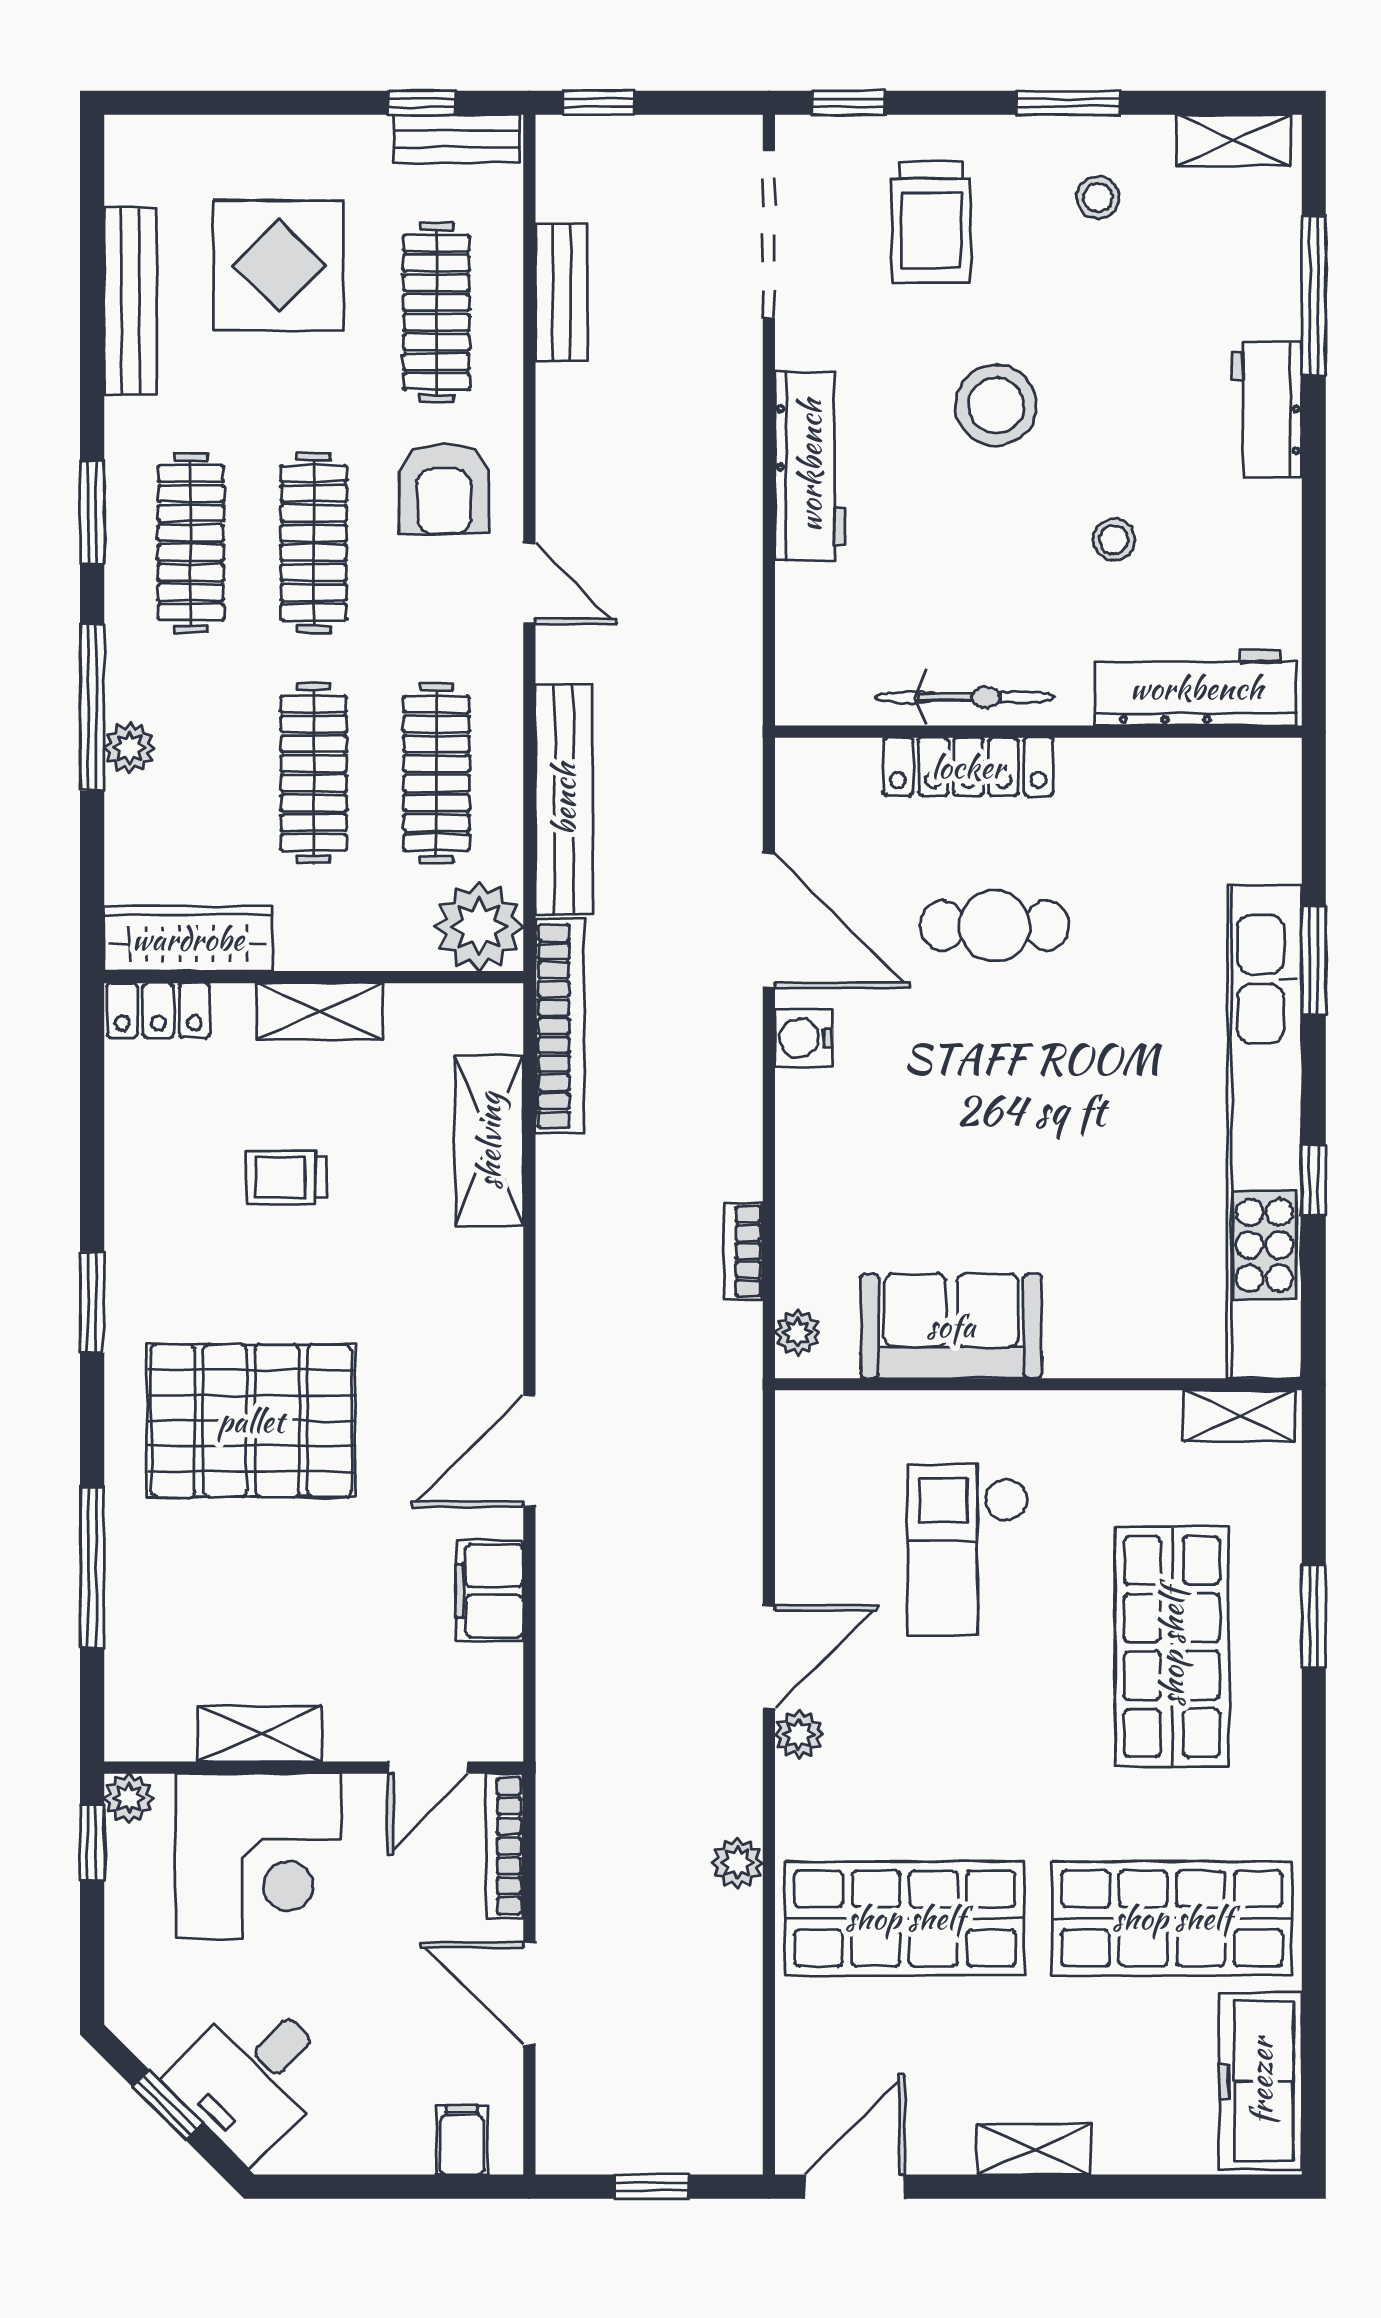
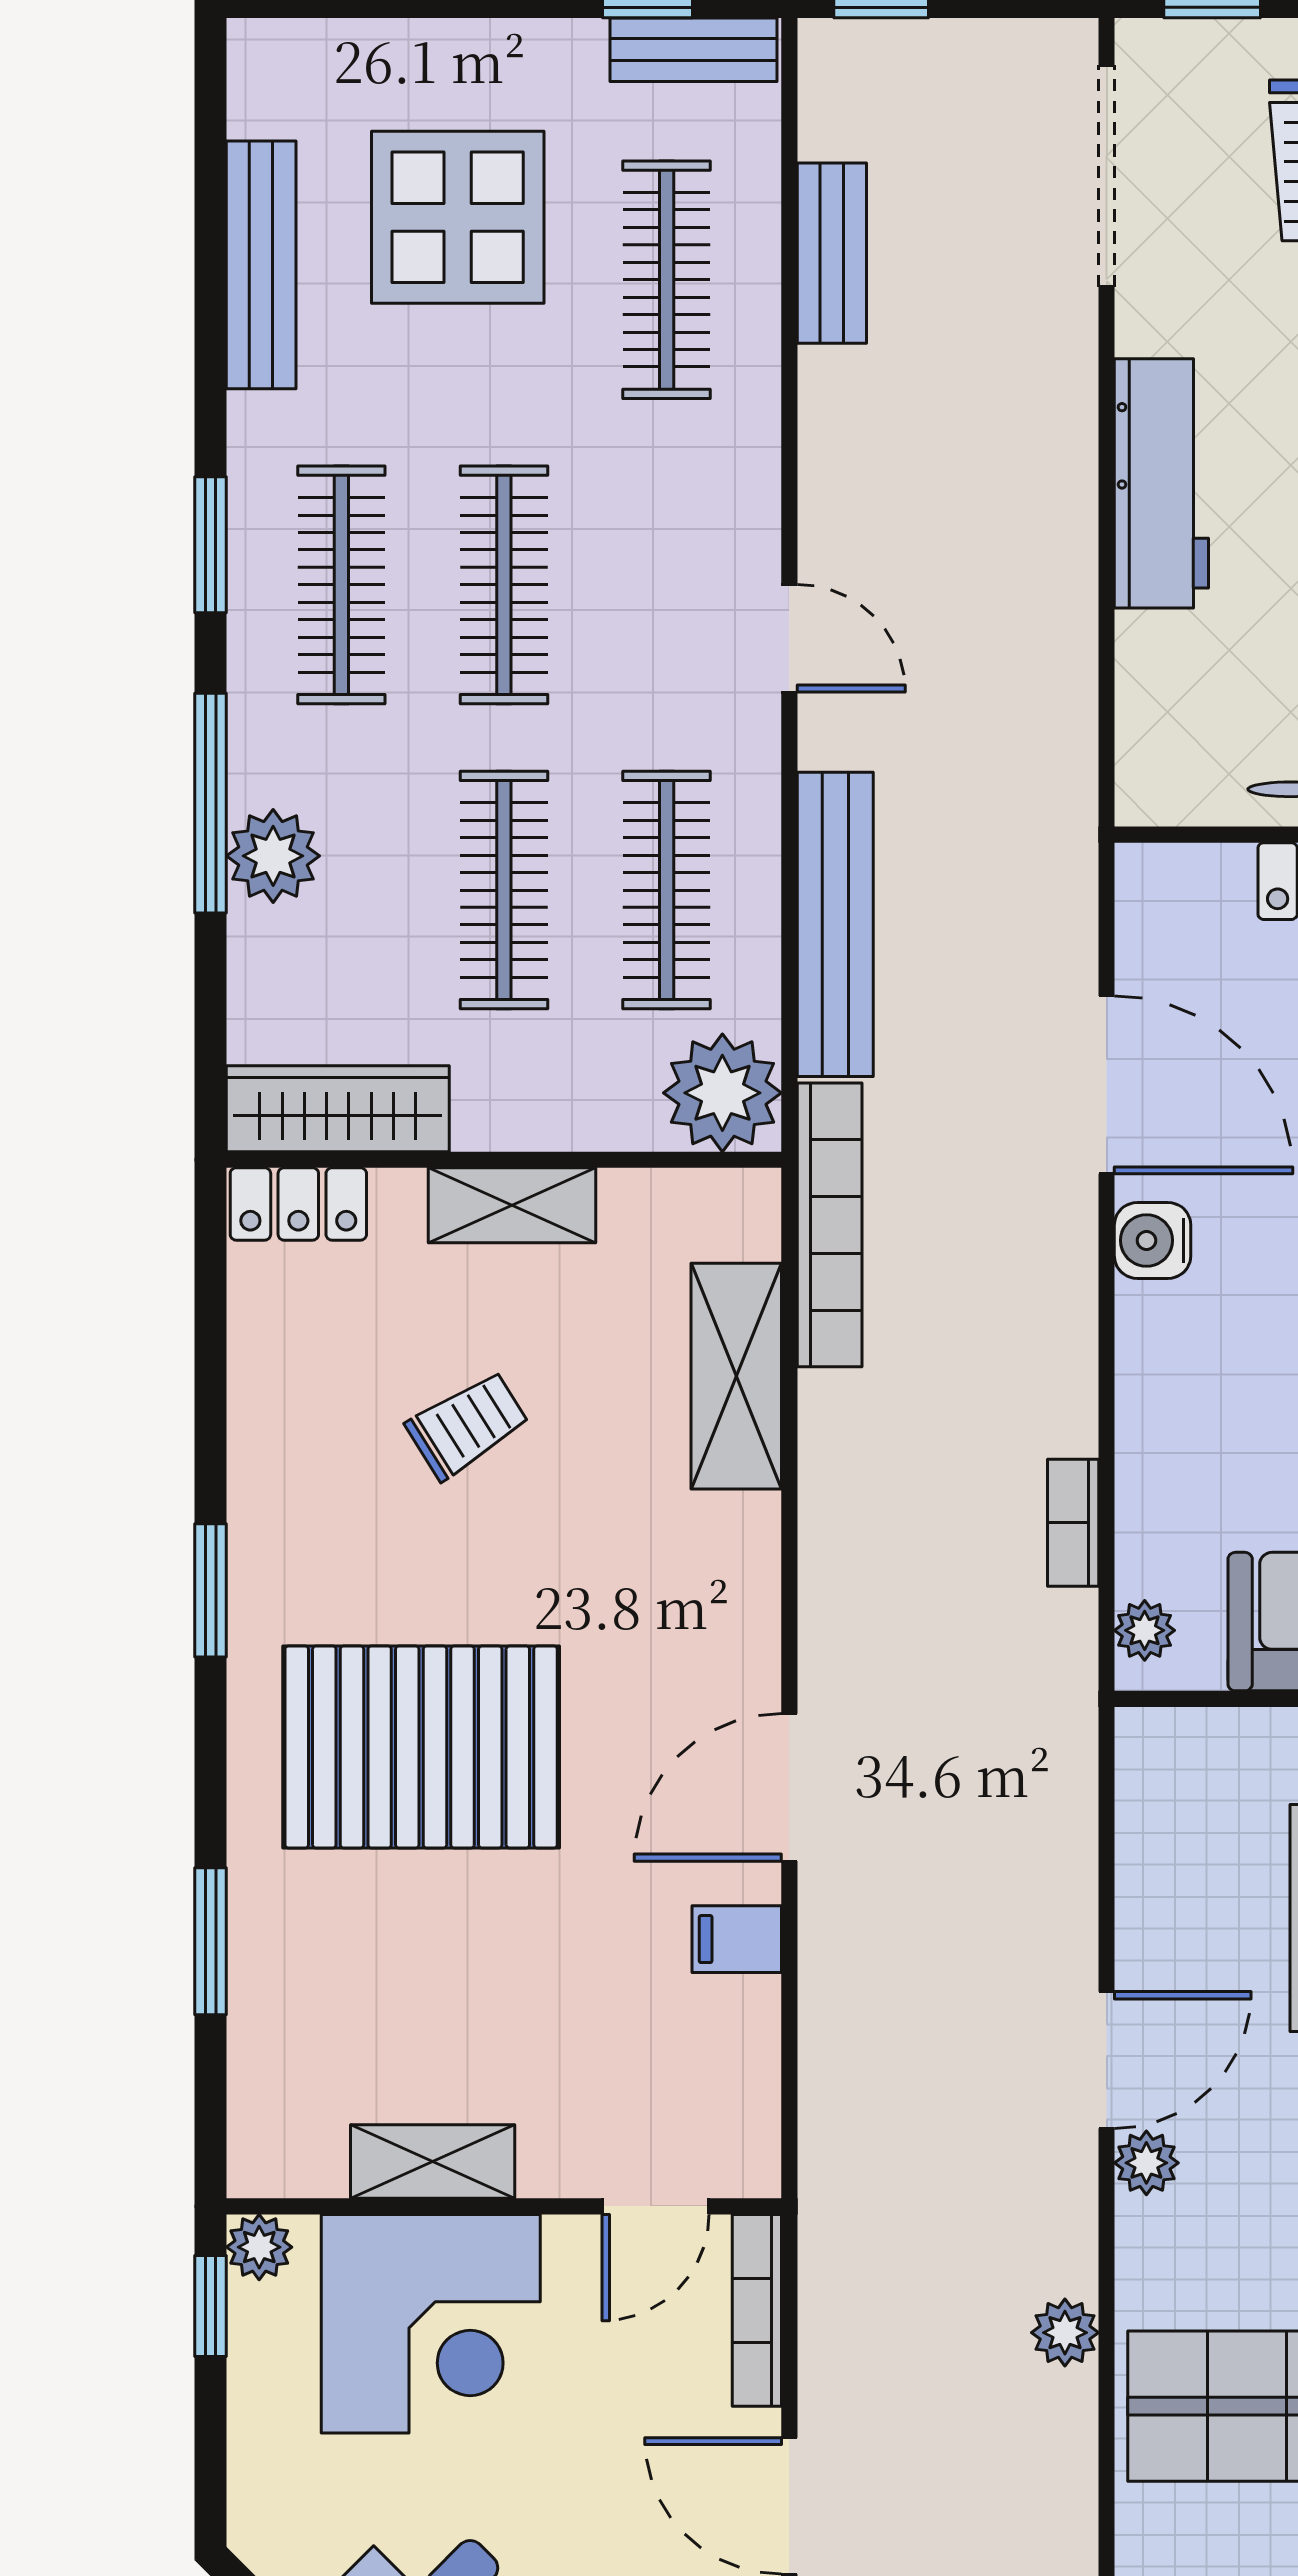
armchair: (444, 489) -> (676, 513), removed
plant: (130, 748) -> (273, 856), width x1.38, depth x1.38
trolley: (286, 1177) -> (467, 1425), turned 148
window: (92, 1567) -> (211, 1941), width x0.69
filing cabinet: (490, 1591) -> (737, 1939), width x0.50

